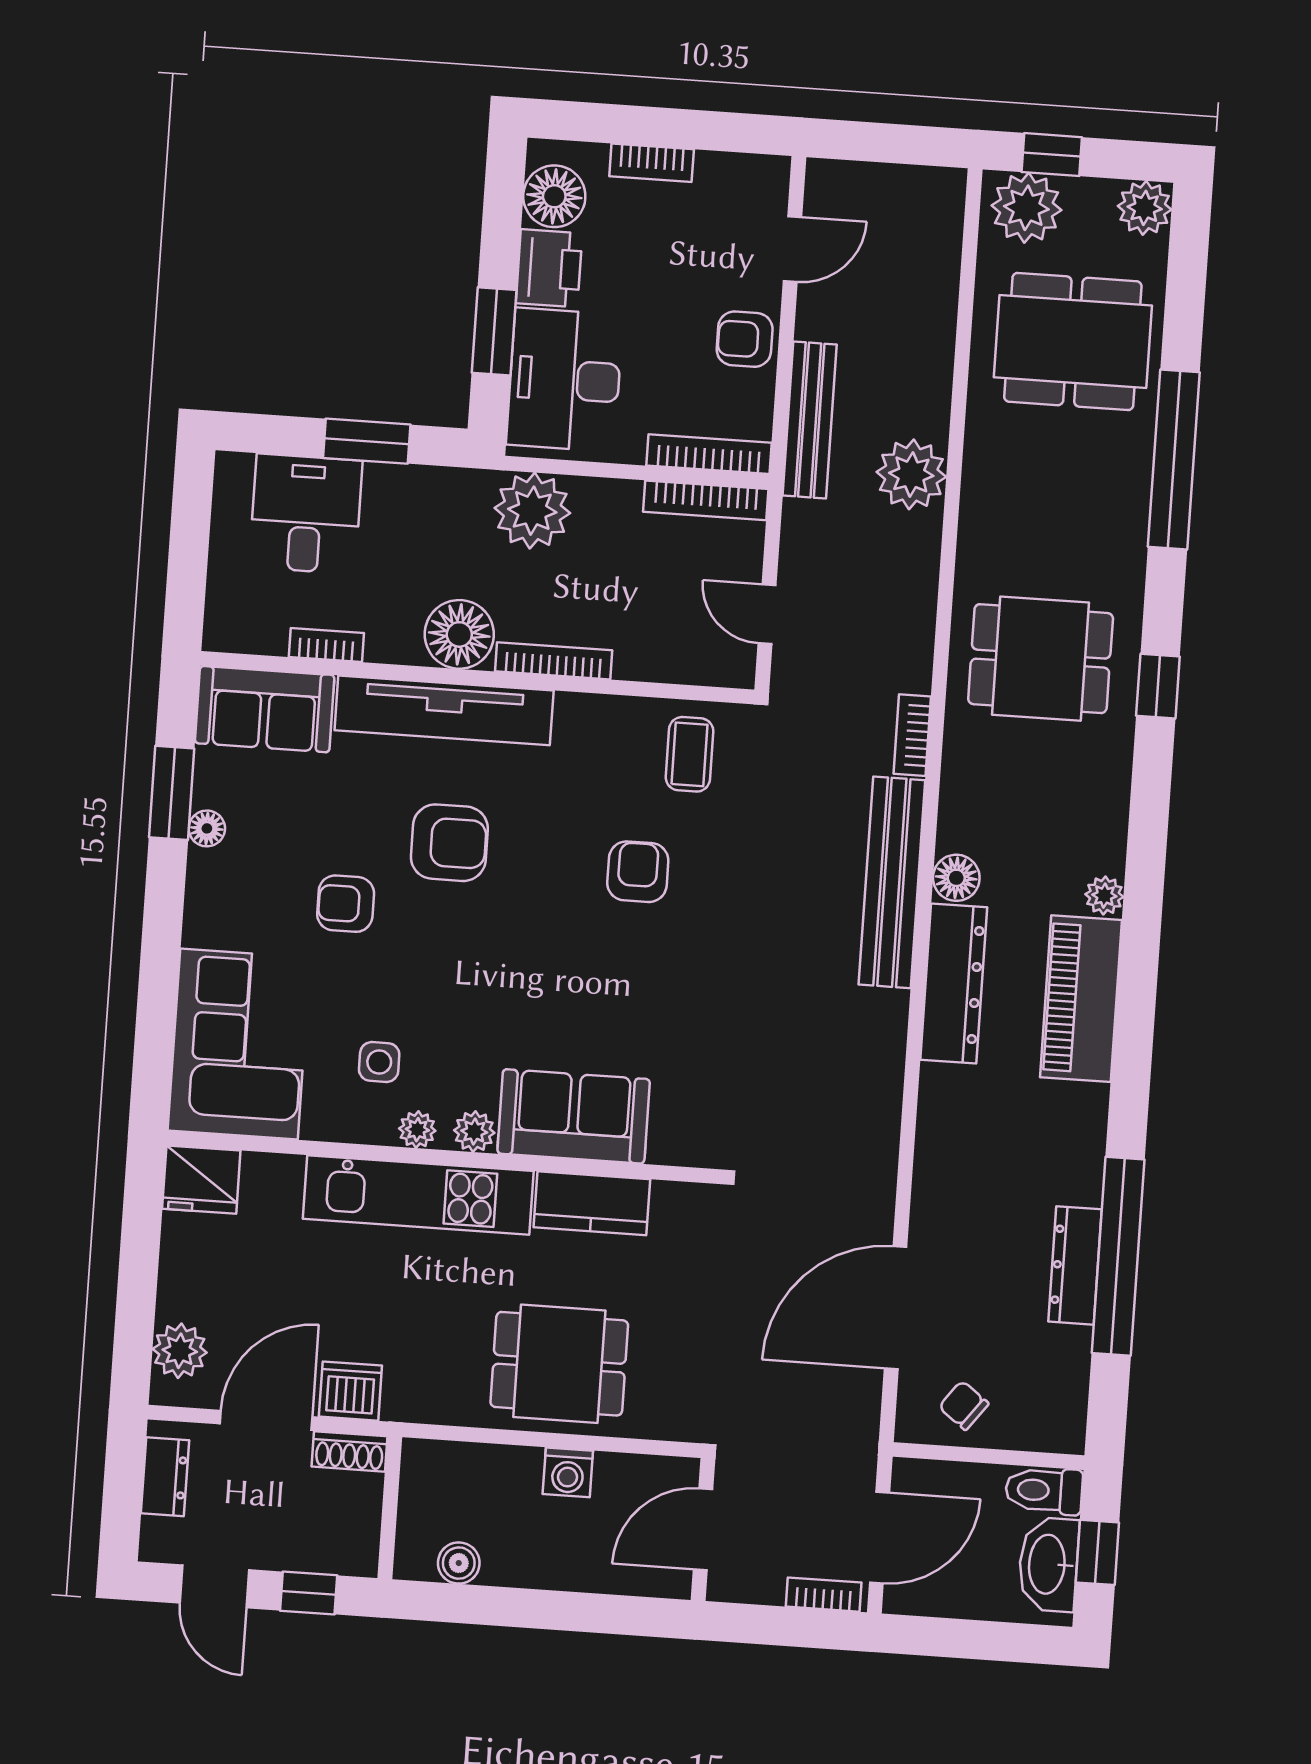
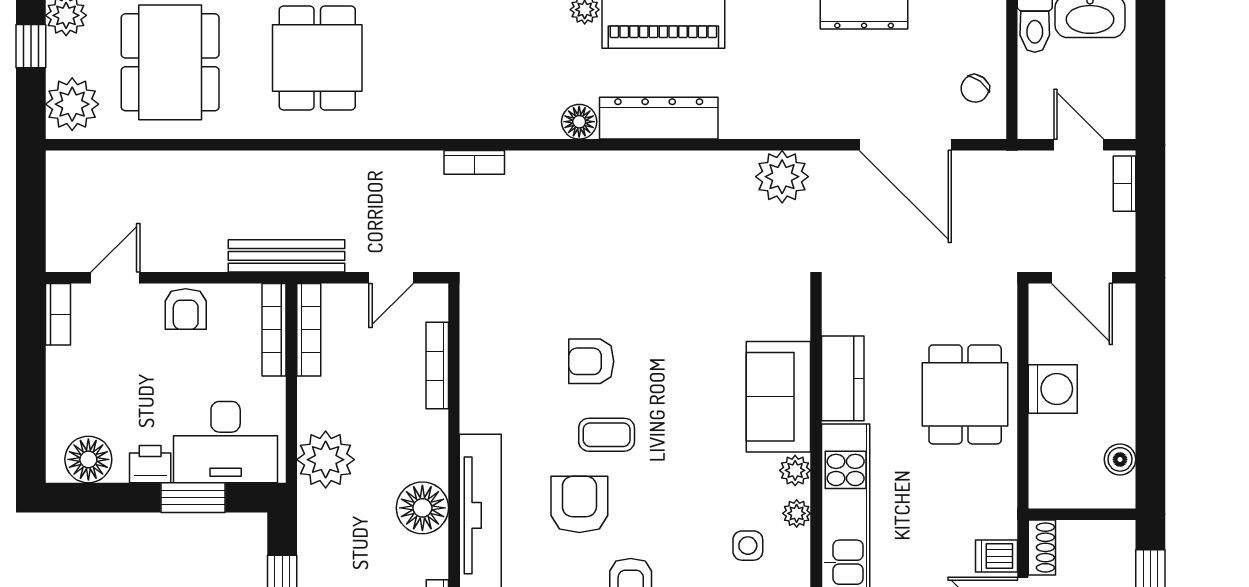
window: (1052, 155) -> (31, 46), moved
bookcase: (652, 163) -> (58, 314), moved
door: (793, 249) -> (115, 278), hinge flipped
printer: (549, 268) -> (150, 464), width x0.73, depth x0.81
bench: (810, 420) -> (287, 256), moved
plant: (911, 474) -> (782, 177), moved
dining table: (1041, 659) -> (317, 58), moved
bookcase: (554, 661) -> (437, 366), moved
coffee table: (690, 754) -> (607, 435), moved
bench: (892, 882) -> (586, 170), removed
dishwasher: (350, 1391) -> (996, 556), width x0.73
washing machine: (568, 1472) -> (1053, 389), width x1.38, depth x1.38
door: (880, 1537) -> (1079, 145), width x0.73

